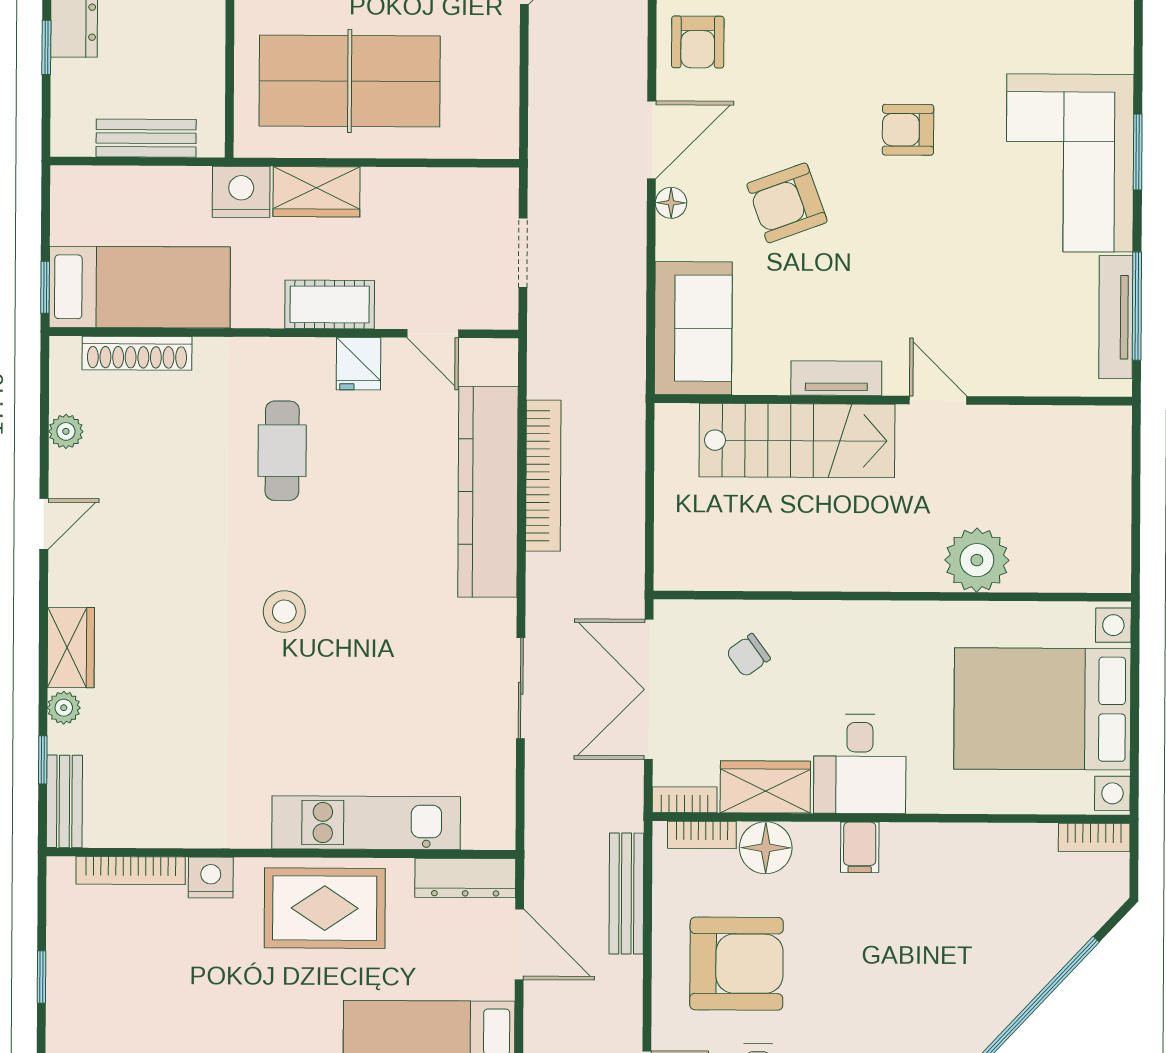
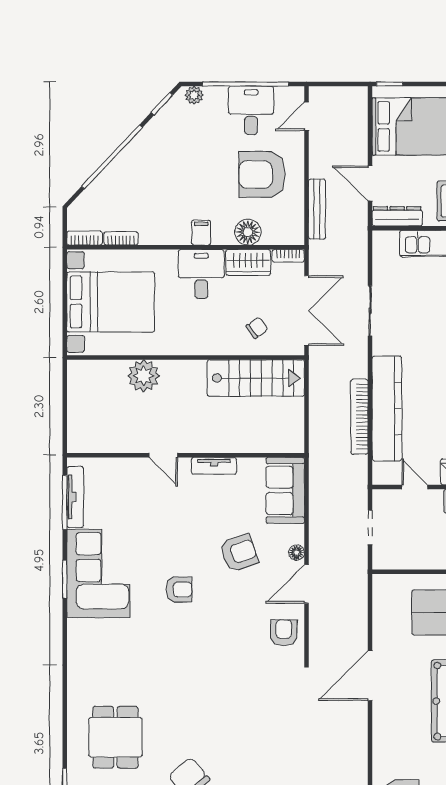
stairs: (797, 441) -> (256, 378), moved, turned 180
bookcase: (702, 835) -> (121, 238), moved

